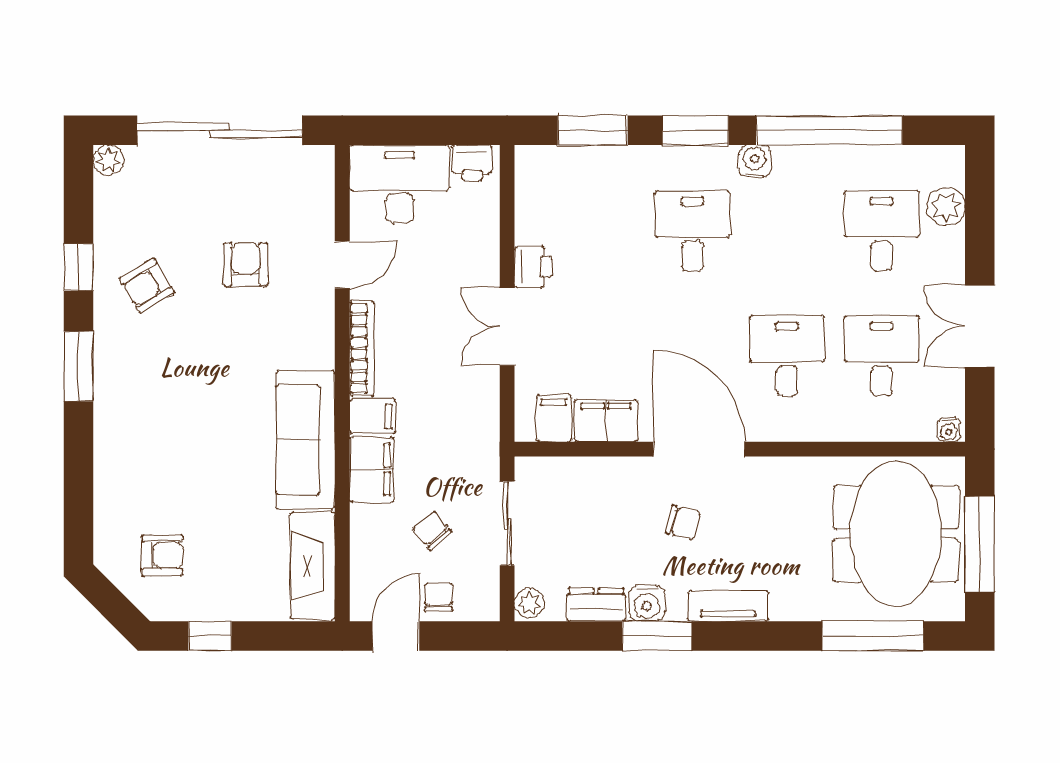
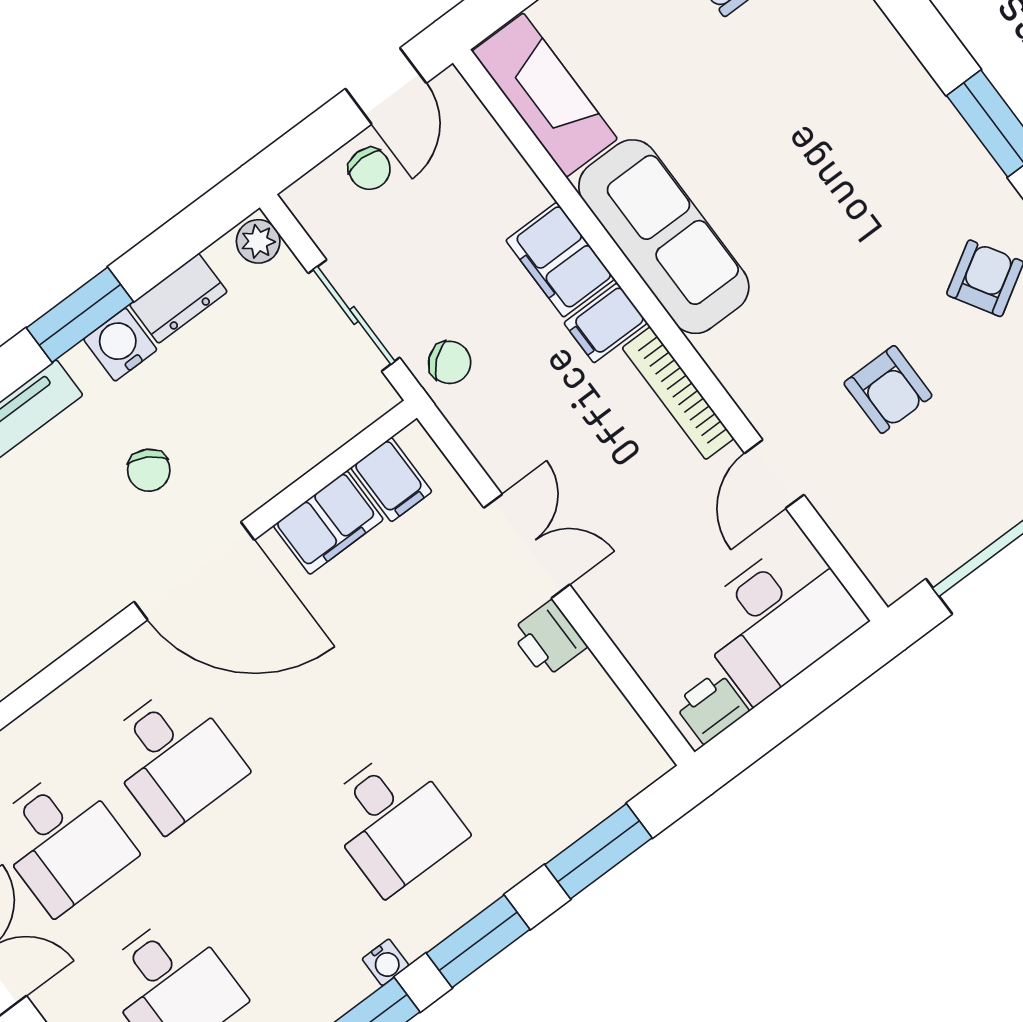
water cooler: (755, 161) -> (386, 962), width x0.72, depth x0.72
chair: (683, 523) -> (149, 470), turned -75
chair: (432, 530) -> (450, 362), moved

